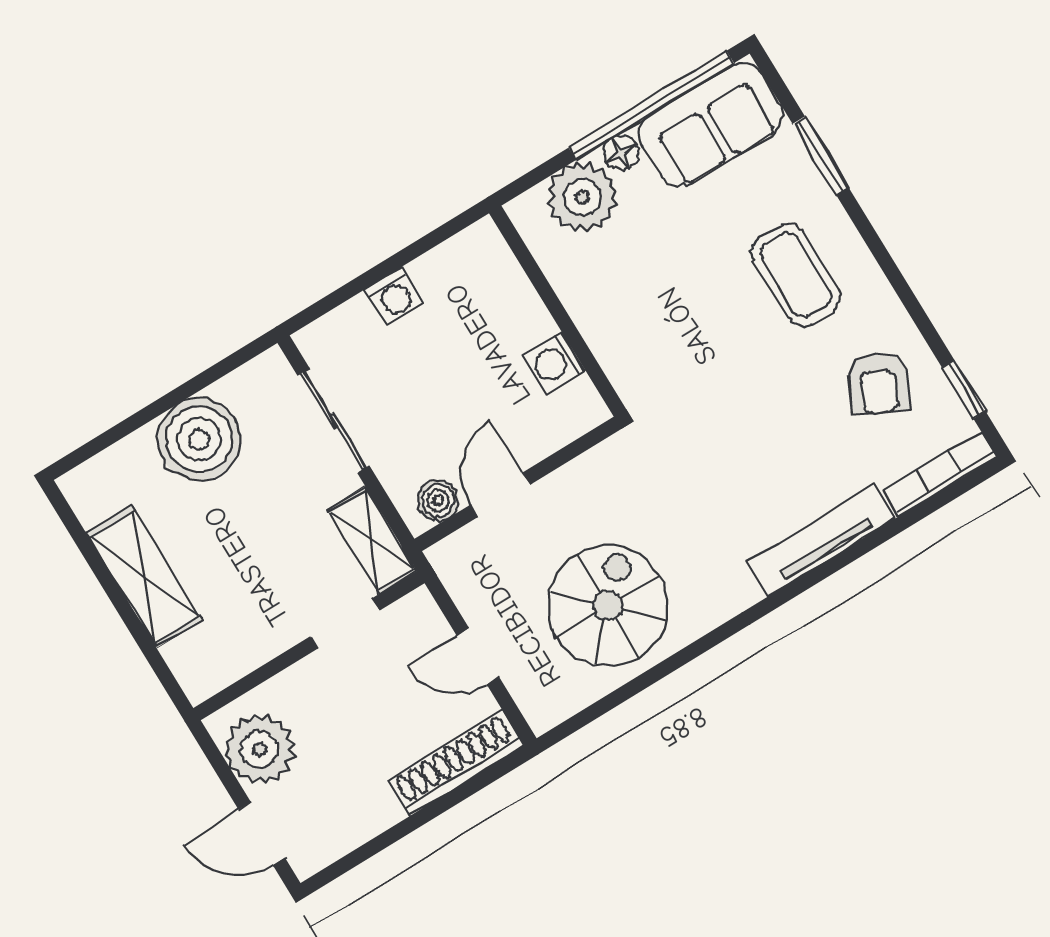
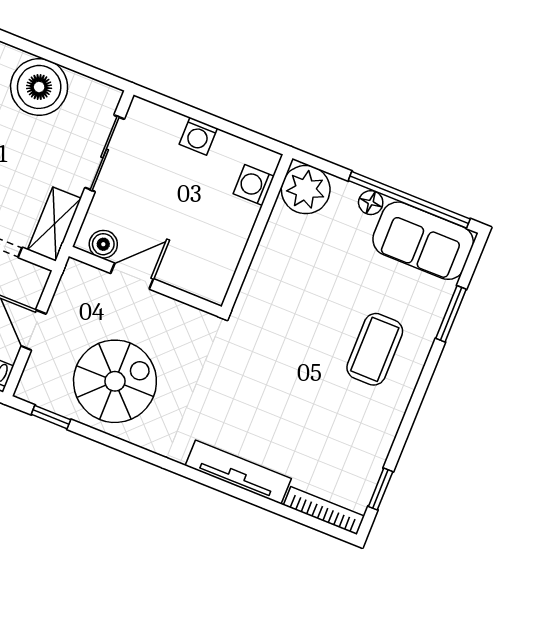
plant: (582, 197) -> (306, 190), moved
washing machine: (554, 363) -> (254, 185), moved
armchair: (879, 383) -> (349, 440), removed
window: (594, 711) -> (51, 417), added

